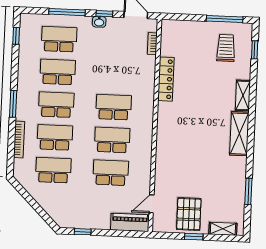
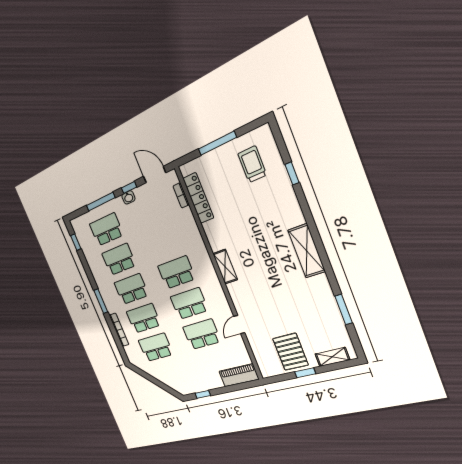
window: (225, 19) -> (217, 143), moved
window: (255, 50) -> (292, 173), moved
locker: (166, 79) -> (198, 198), moved
shelving: (243, 95) -> (225, 267), moved
door: (151, 204) -> (239, 325), moved

